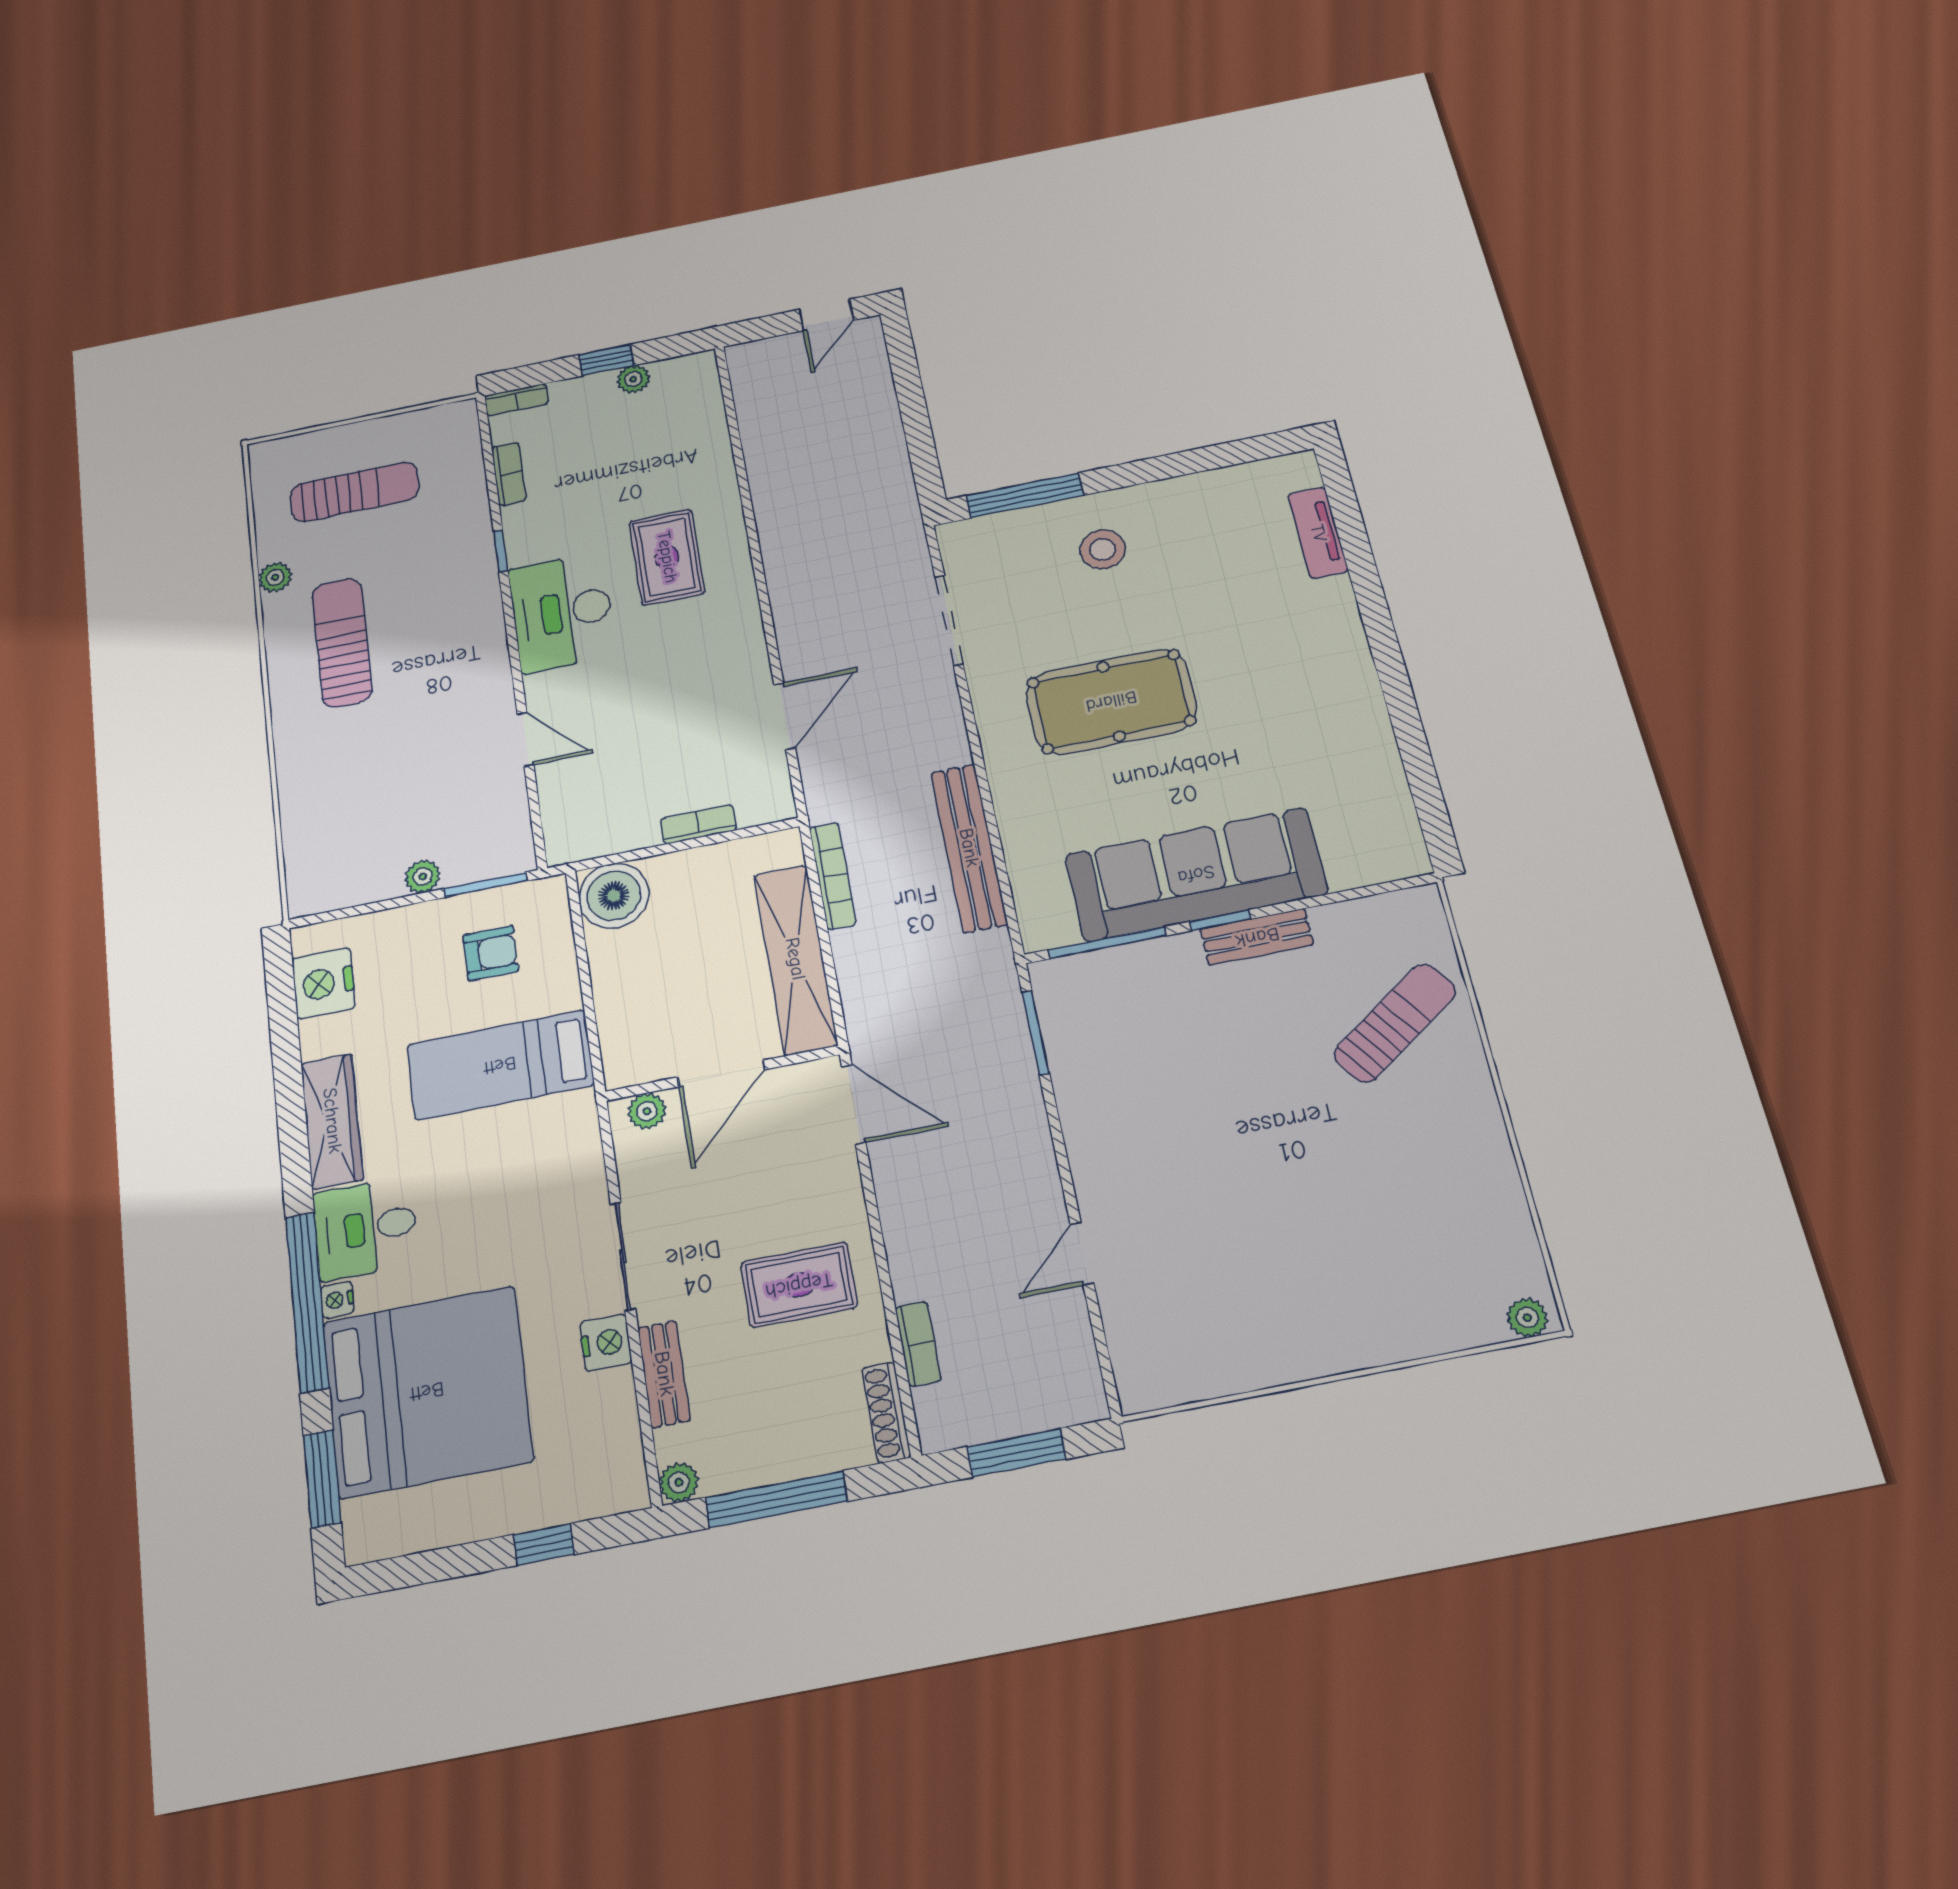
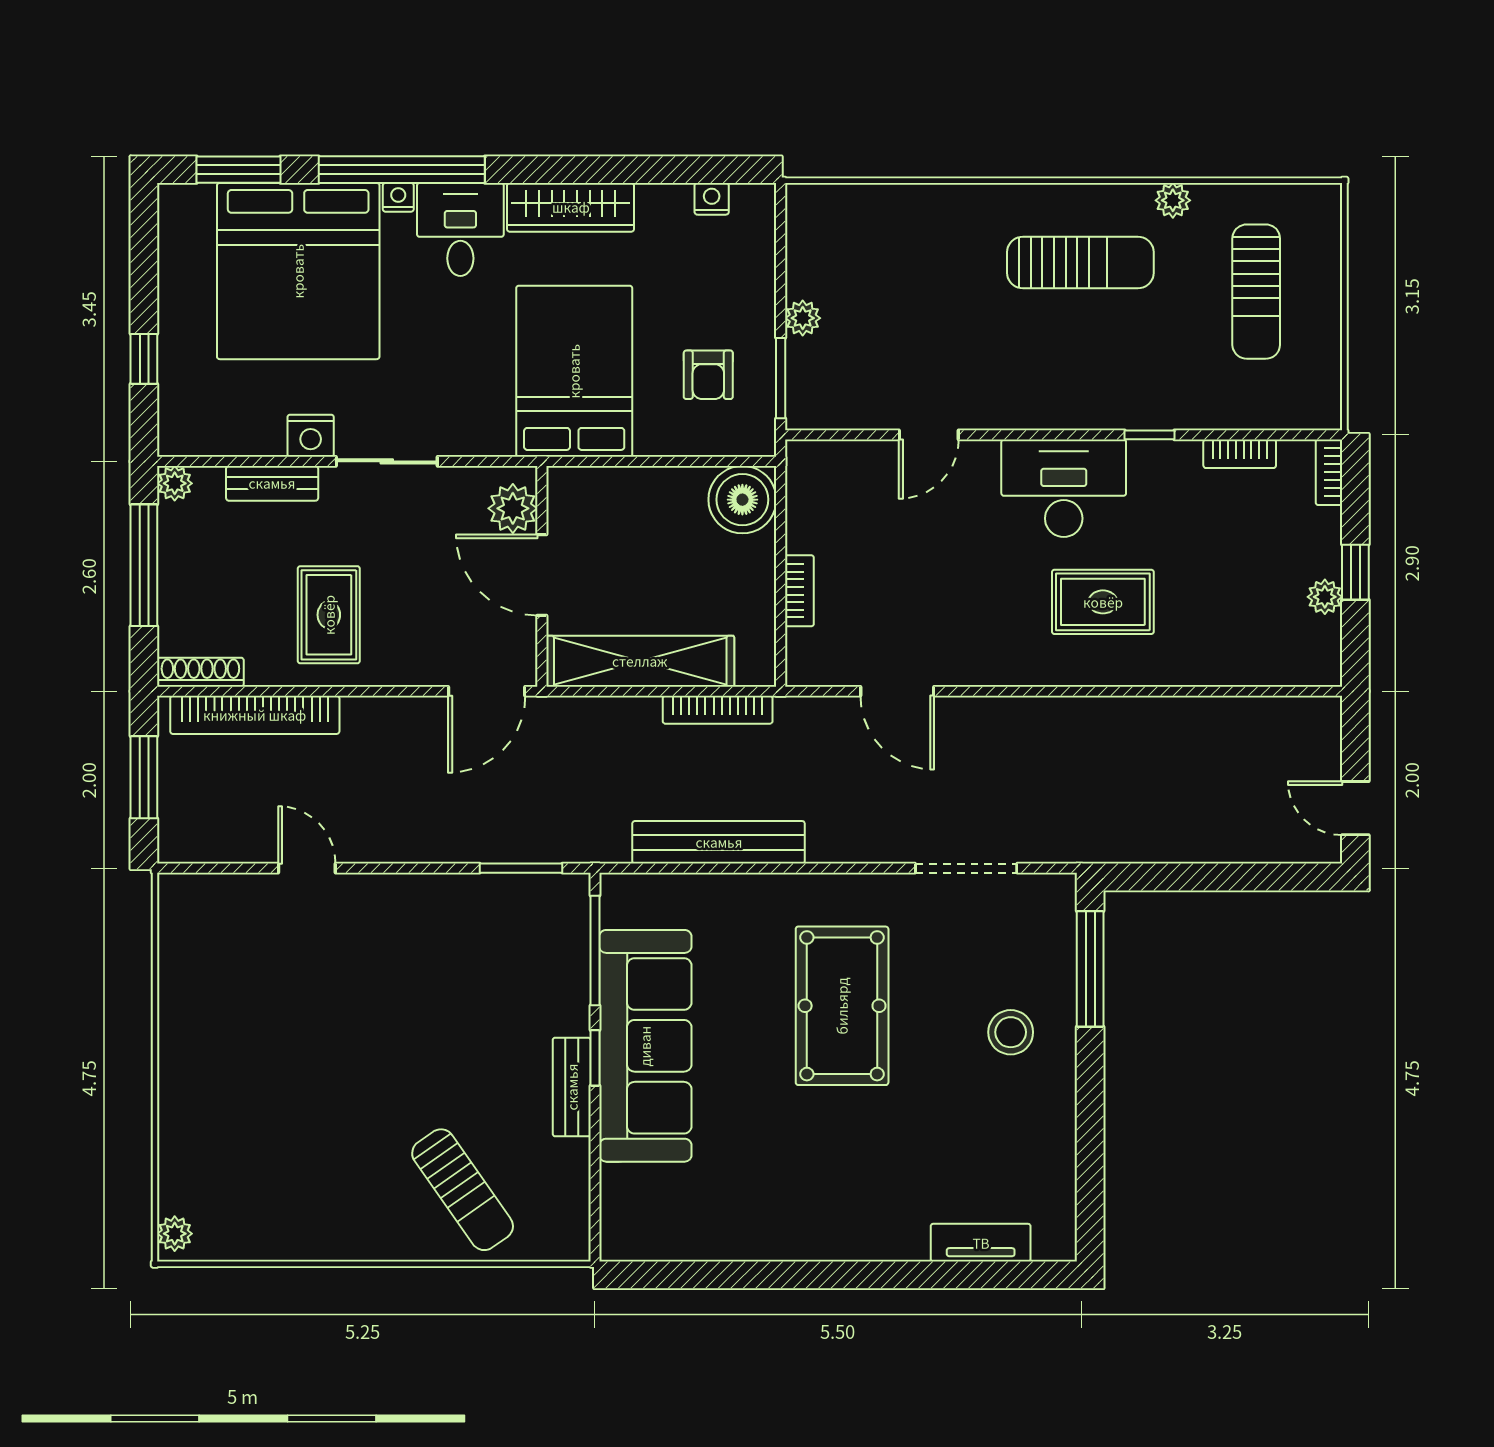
nightstand: (323, 983) -> (712, 199), width x0.53, depth x0.56
bed: (500, 1065) -> (574, 371), width x1.50
plant: (647, 1111) -> (513, 508), width x1.38, depth x1.38
bookcase: (918, 1344) -> (255, 715), width x2.31, depth x1.31

